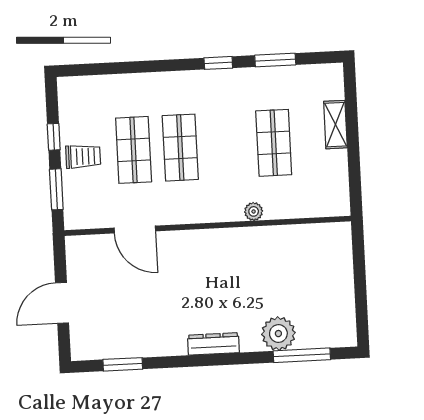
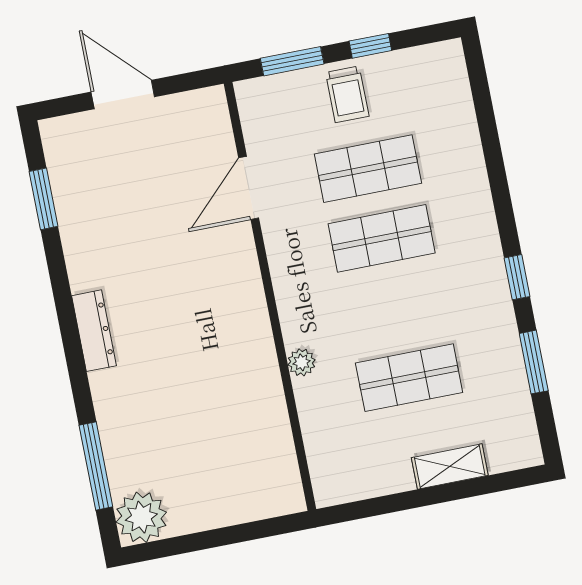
plant: (278, 334) -> (141, 517), moved

